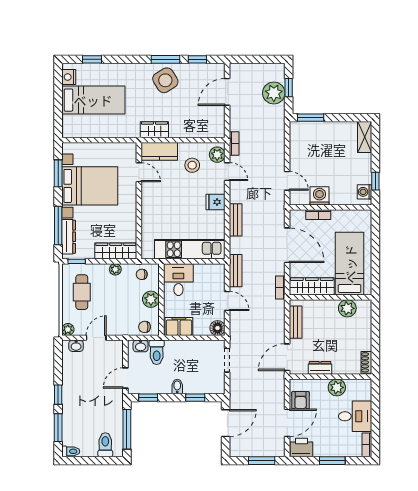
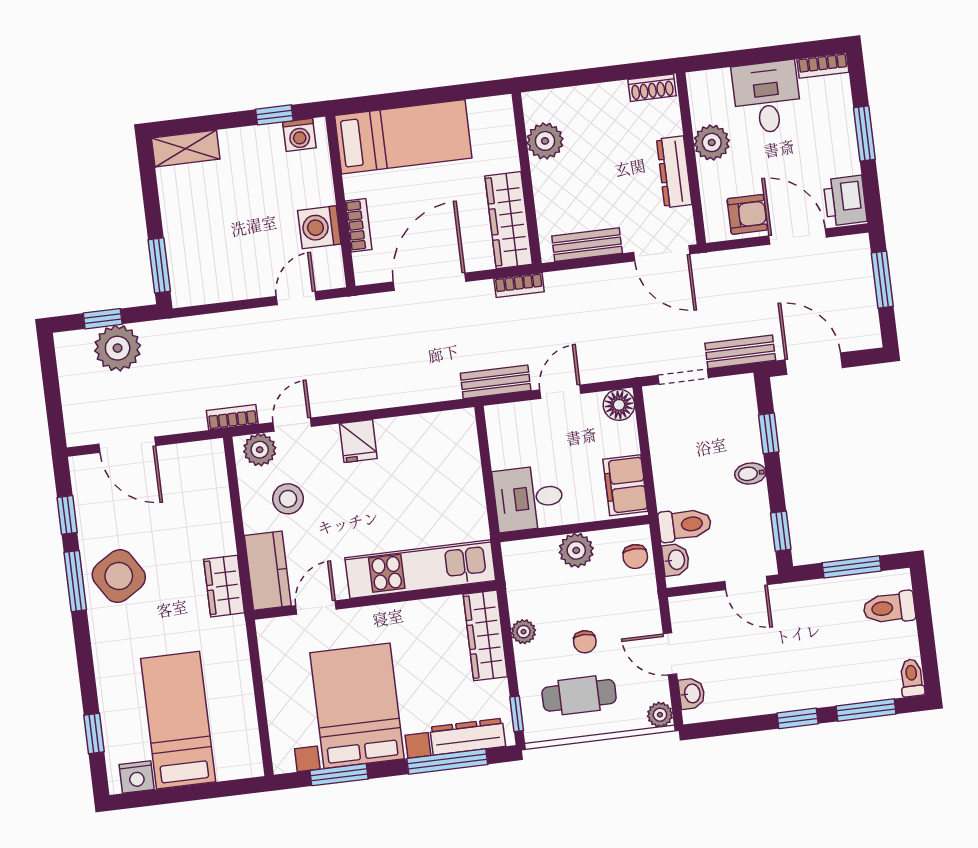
bench: (236, 220) -> (740, 352), moved
kitchen unit: (190, 249) -> (420, 569), moved, turned 90
bed: (350, 264) -> (403, 137), moved, turned 180
chair: (142, 274) -> (585, 642), moved
dresser: (320, 368) -> (674, 172), width x1.44
window: (127, 429) -> (852, 567), width x0.69

